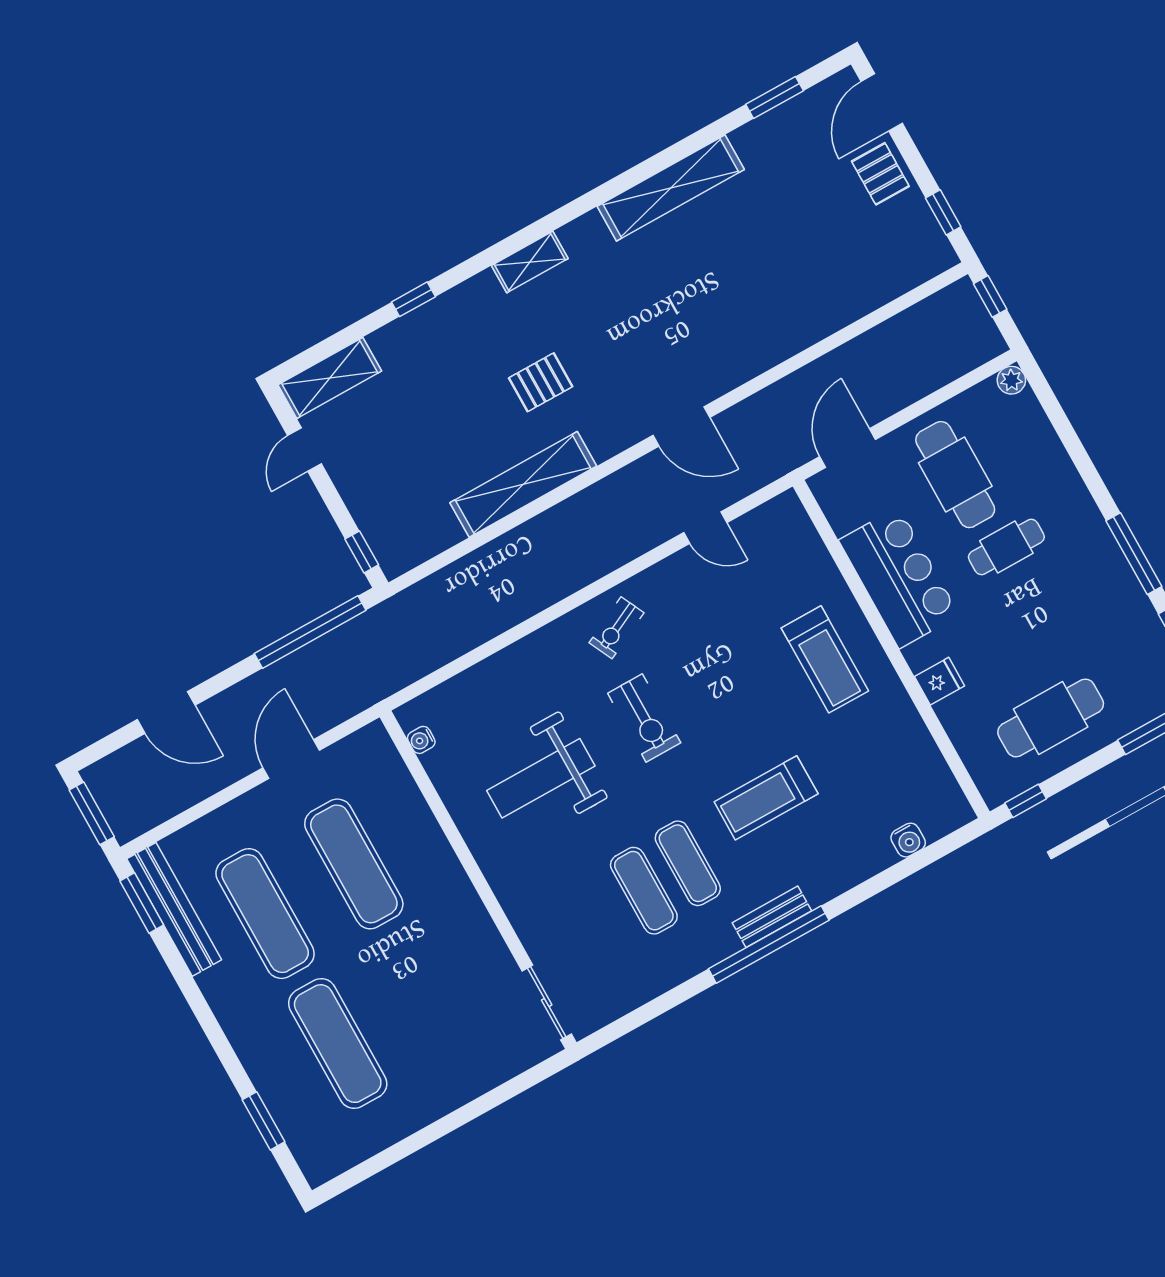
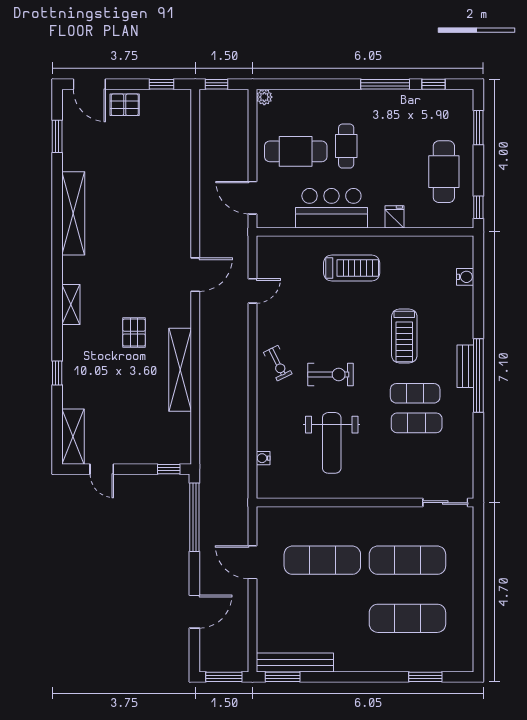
water cooler: (421, 740) -> (263, 458), moved, turned 90
exercise mat: (265, 914) -> (407, 560), moved

